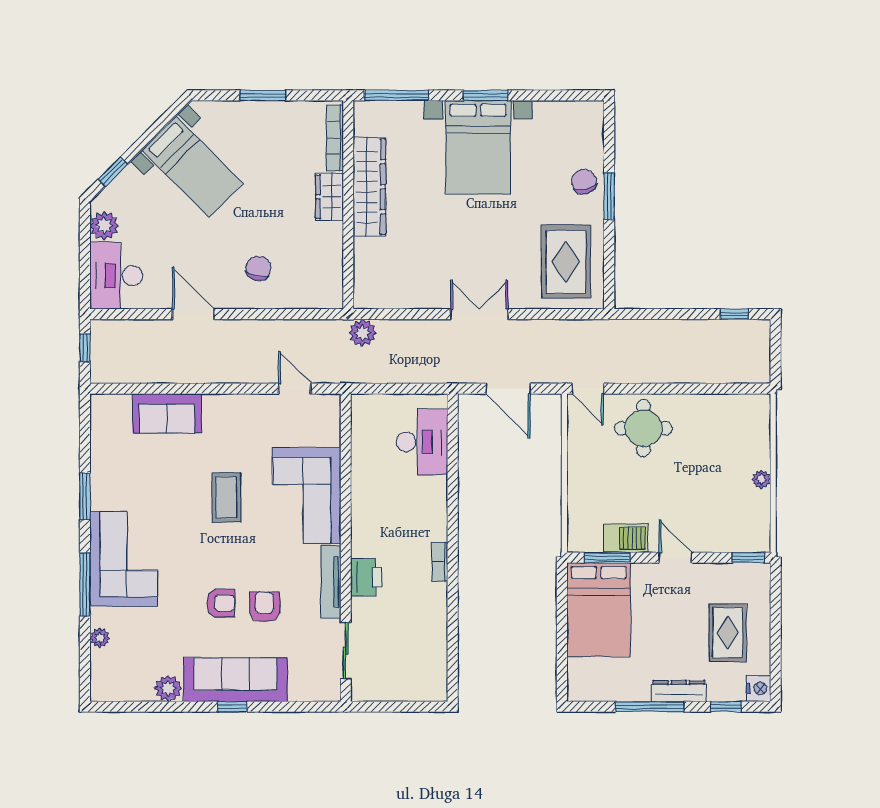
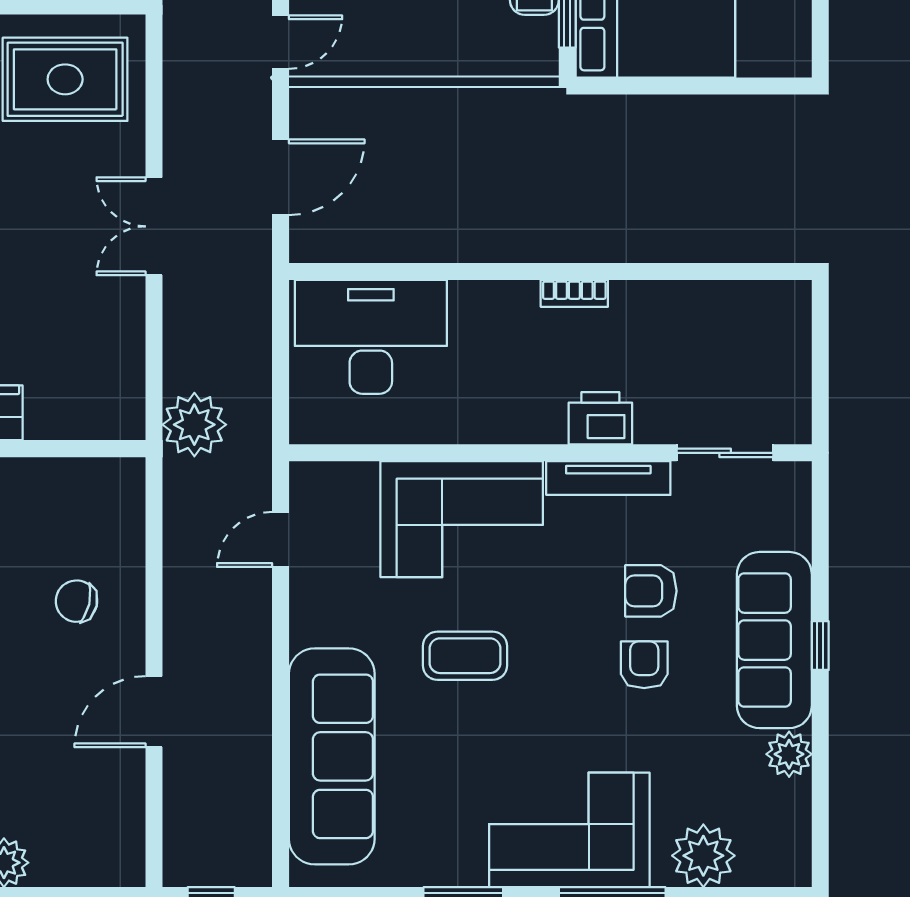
desk: (116, 276) -> (89, 842), removed
plant: (362, 333) -> (194, 425), width x1.36, depth x1.36
sofa: (167, 413) -> (332, 756), width x1.85, depth x1.27
desk: (422, 442) -> (371, 337), width x1.36, depth x1.30
plant: (100, 638) -> (703, 856), width x1.88, depth x1.88

